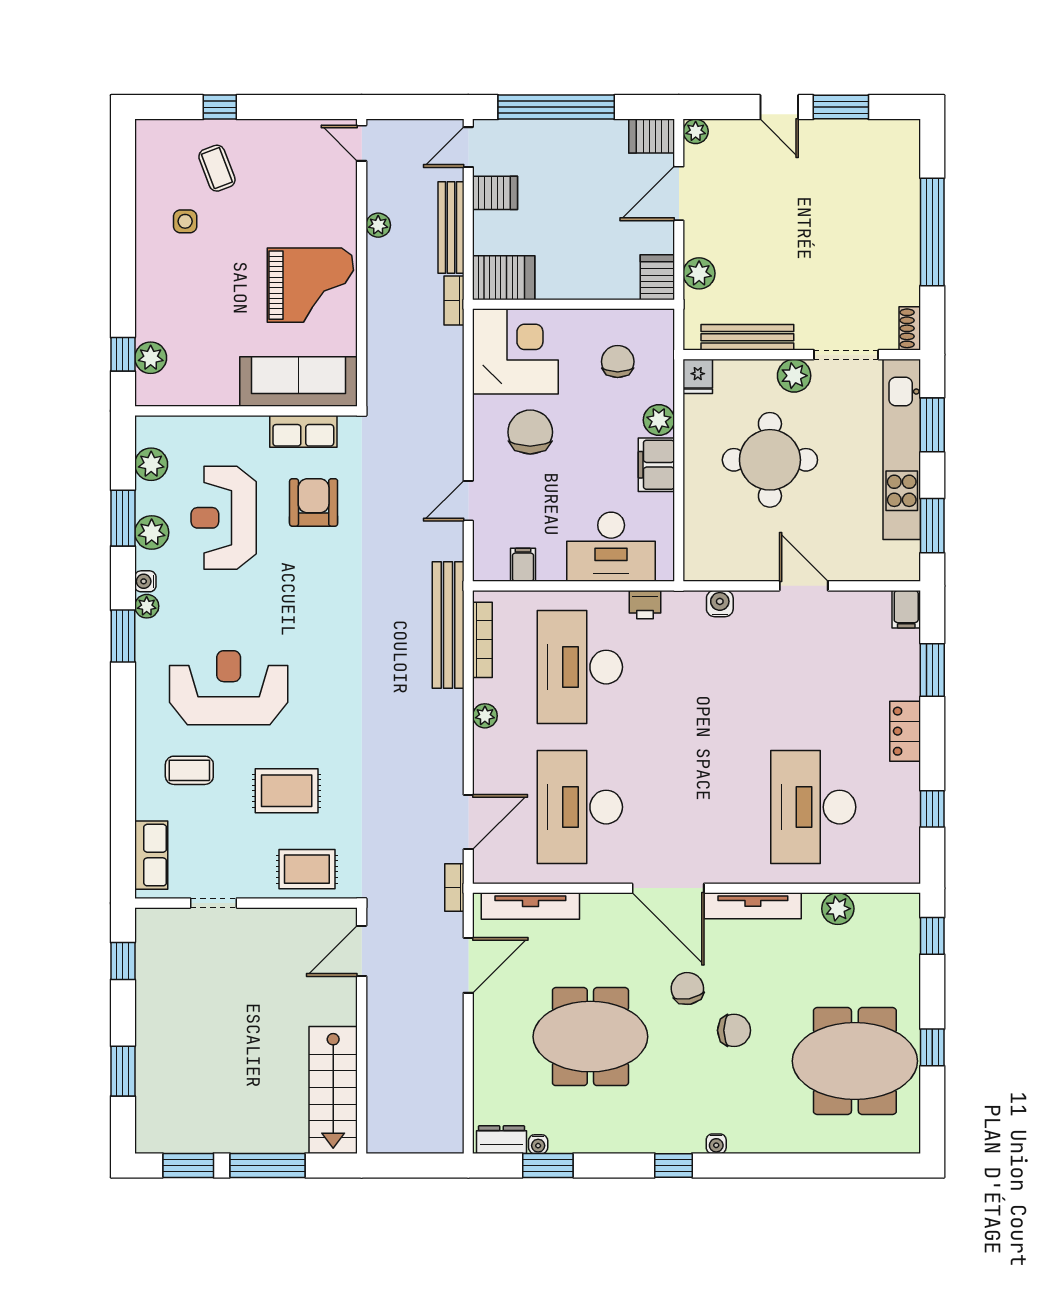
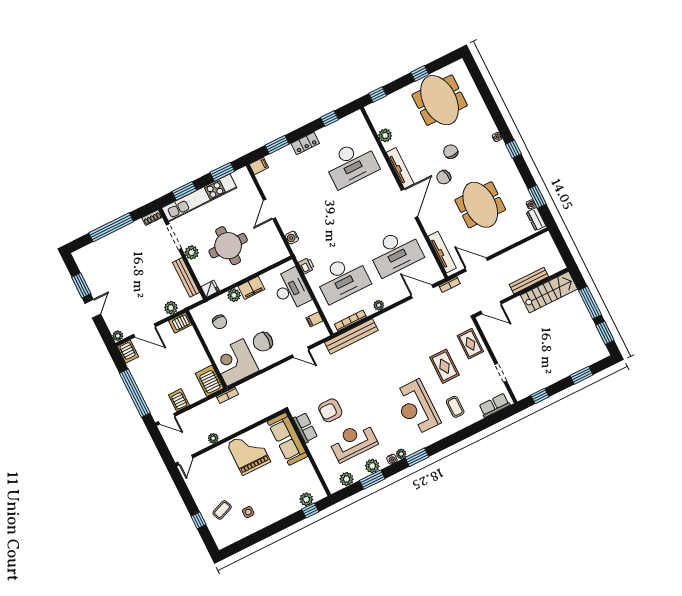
bench: (451, 228) -> (529, 281), moved
chair: (618, 362) -> (220, 322), turned -90
reception desk: (224, 518) -> (353, 441), turned 180

